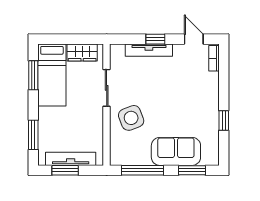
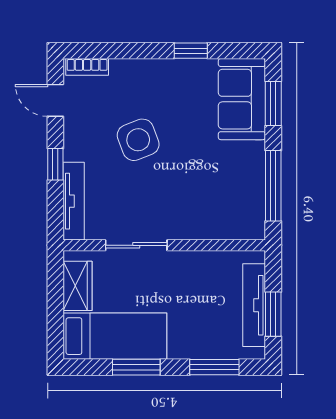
door: (194, 39) -> (55, 100), hinge flipped
tv unit: (149, 50) -> (74, 201), moved
window: (33, 75) -> (136, 367), moved
side table: (131, 118) -> (138, 140), moved
sofa: (176, 151) -> (242, 99), moved

